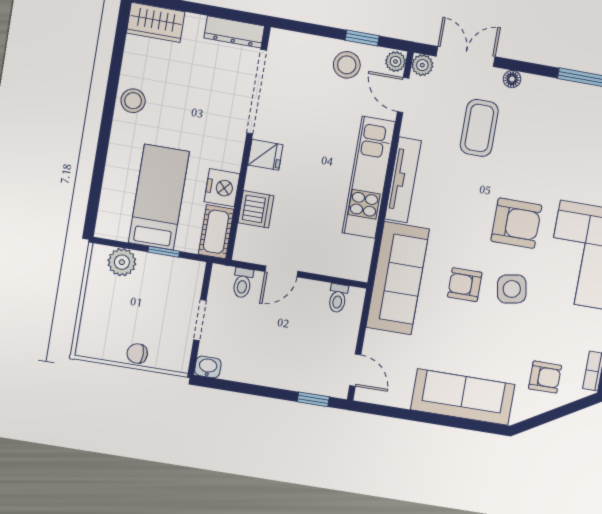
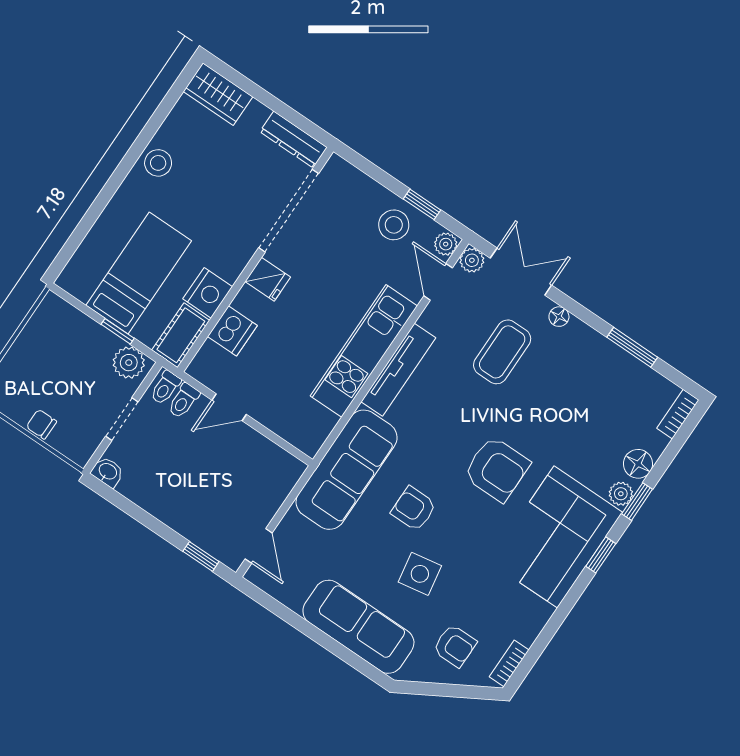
plant: (122, 262) -> (129, 363), moved
side table: (512, 289) -> (420, 574), moved
toilet: (338, 298) -> (165, 388), moved

